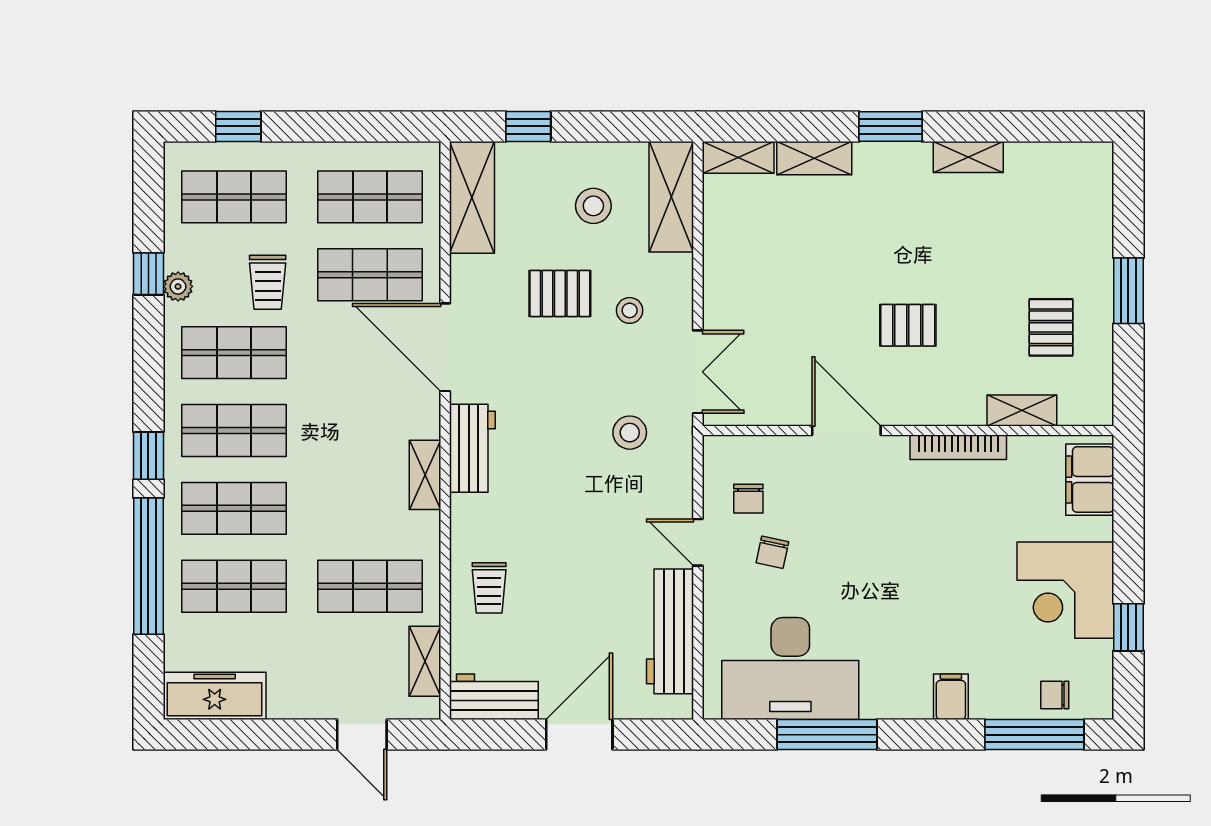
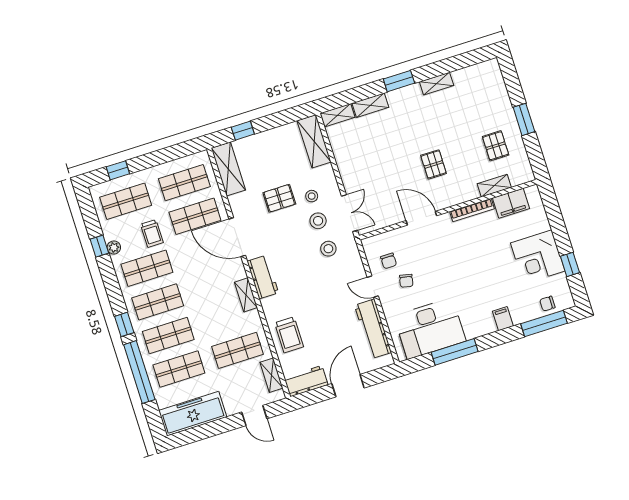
stool: (593, 206) -> (318, 221), moved
pallet: (908, 325) -> (434, 164), turned 90
filing cabinet: (1090, 480) -> (511, 203), moved, turned -90
trolley: (489, 588) -> (289, 335), width x1.36, depth x1.39
freezer: (215, 696) -> (193, 414), width x1.36, depth x1.26

